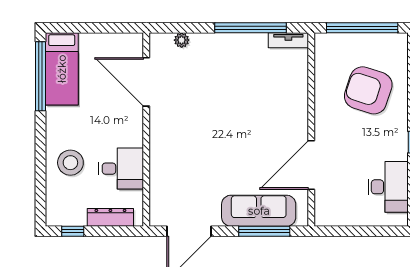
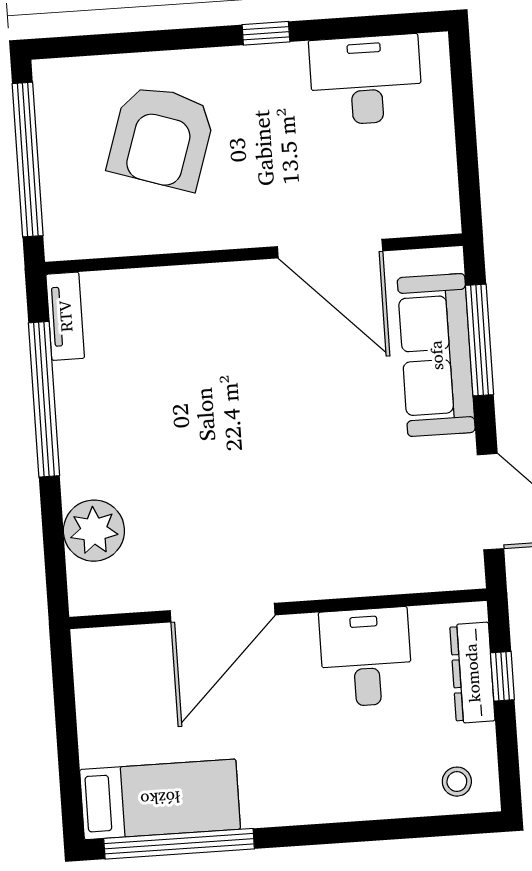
plant: (182, 40) -> (94, 531), width x1.87, depth x1.87
door: (146, 82) -> (223, 613), moved
stool: (70, 163) -> (457, 782), moved, width x0.53, depth x0.53
window: (73, 231) -> (502, 676), moved

